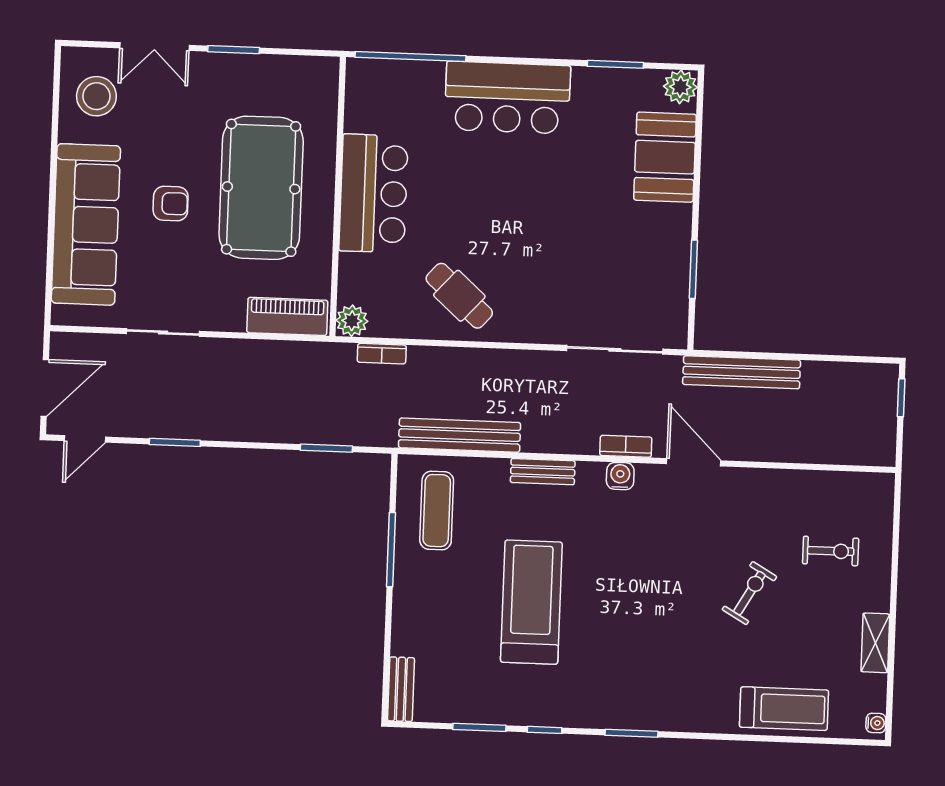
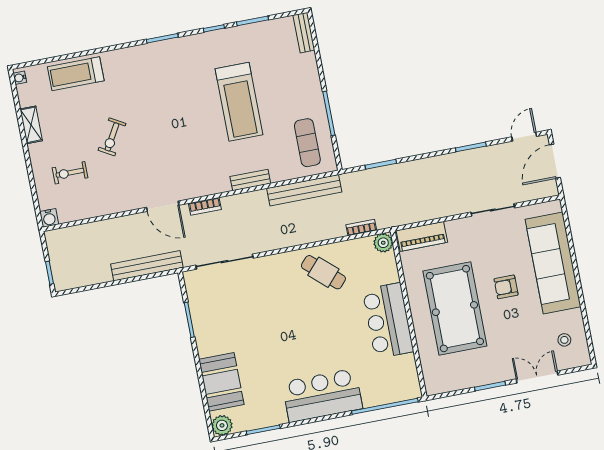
stool: (96, 96) -> (564, 340), width x0.53, depth x0.53
water cooler: (620, 476) -> (49, 218), moved

